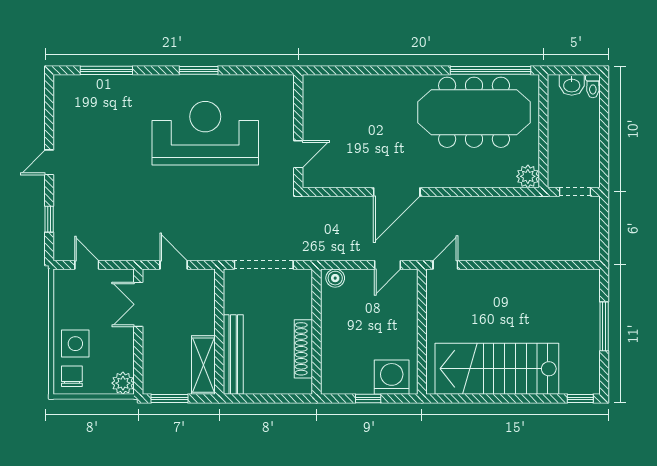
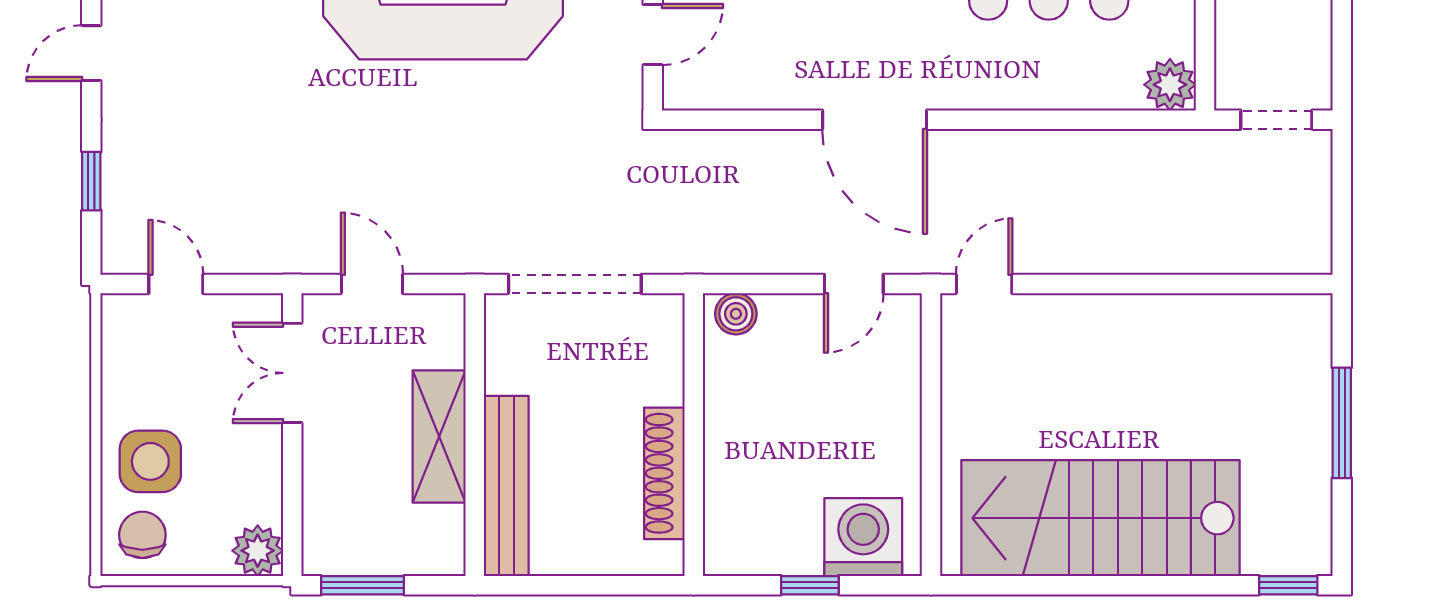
door: (397, 192) -> (875, 120), hinge flipped
shelving: (203, 365) -> (439, 436), moved

